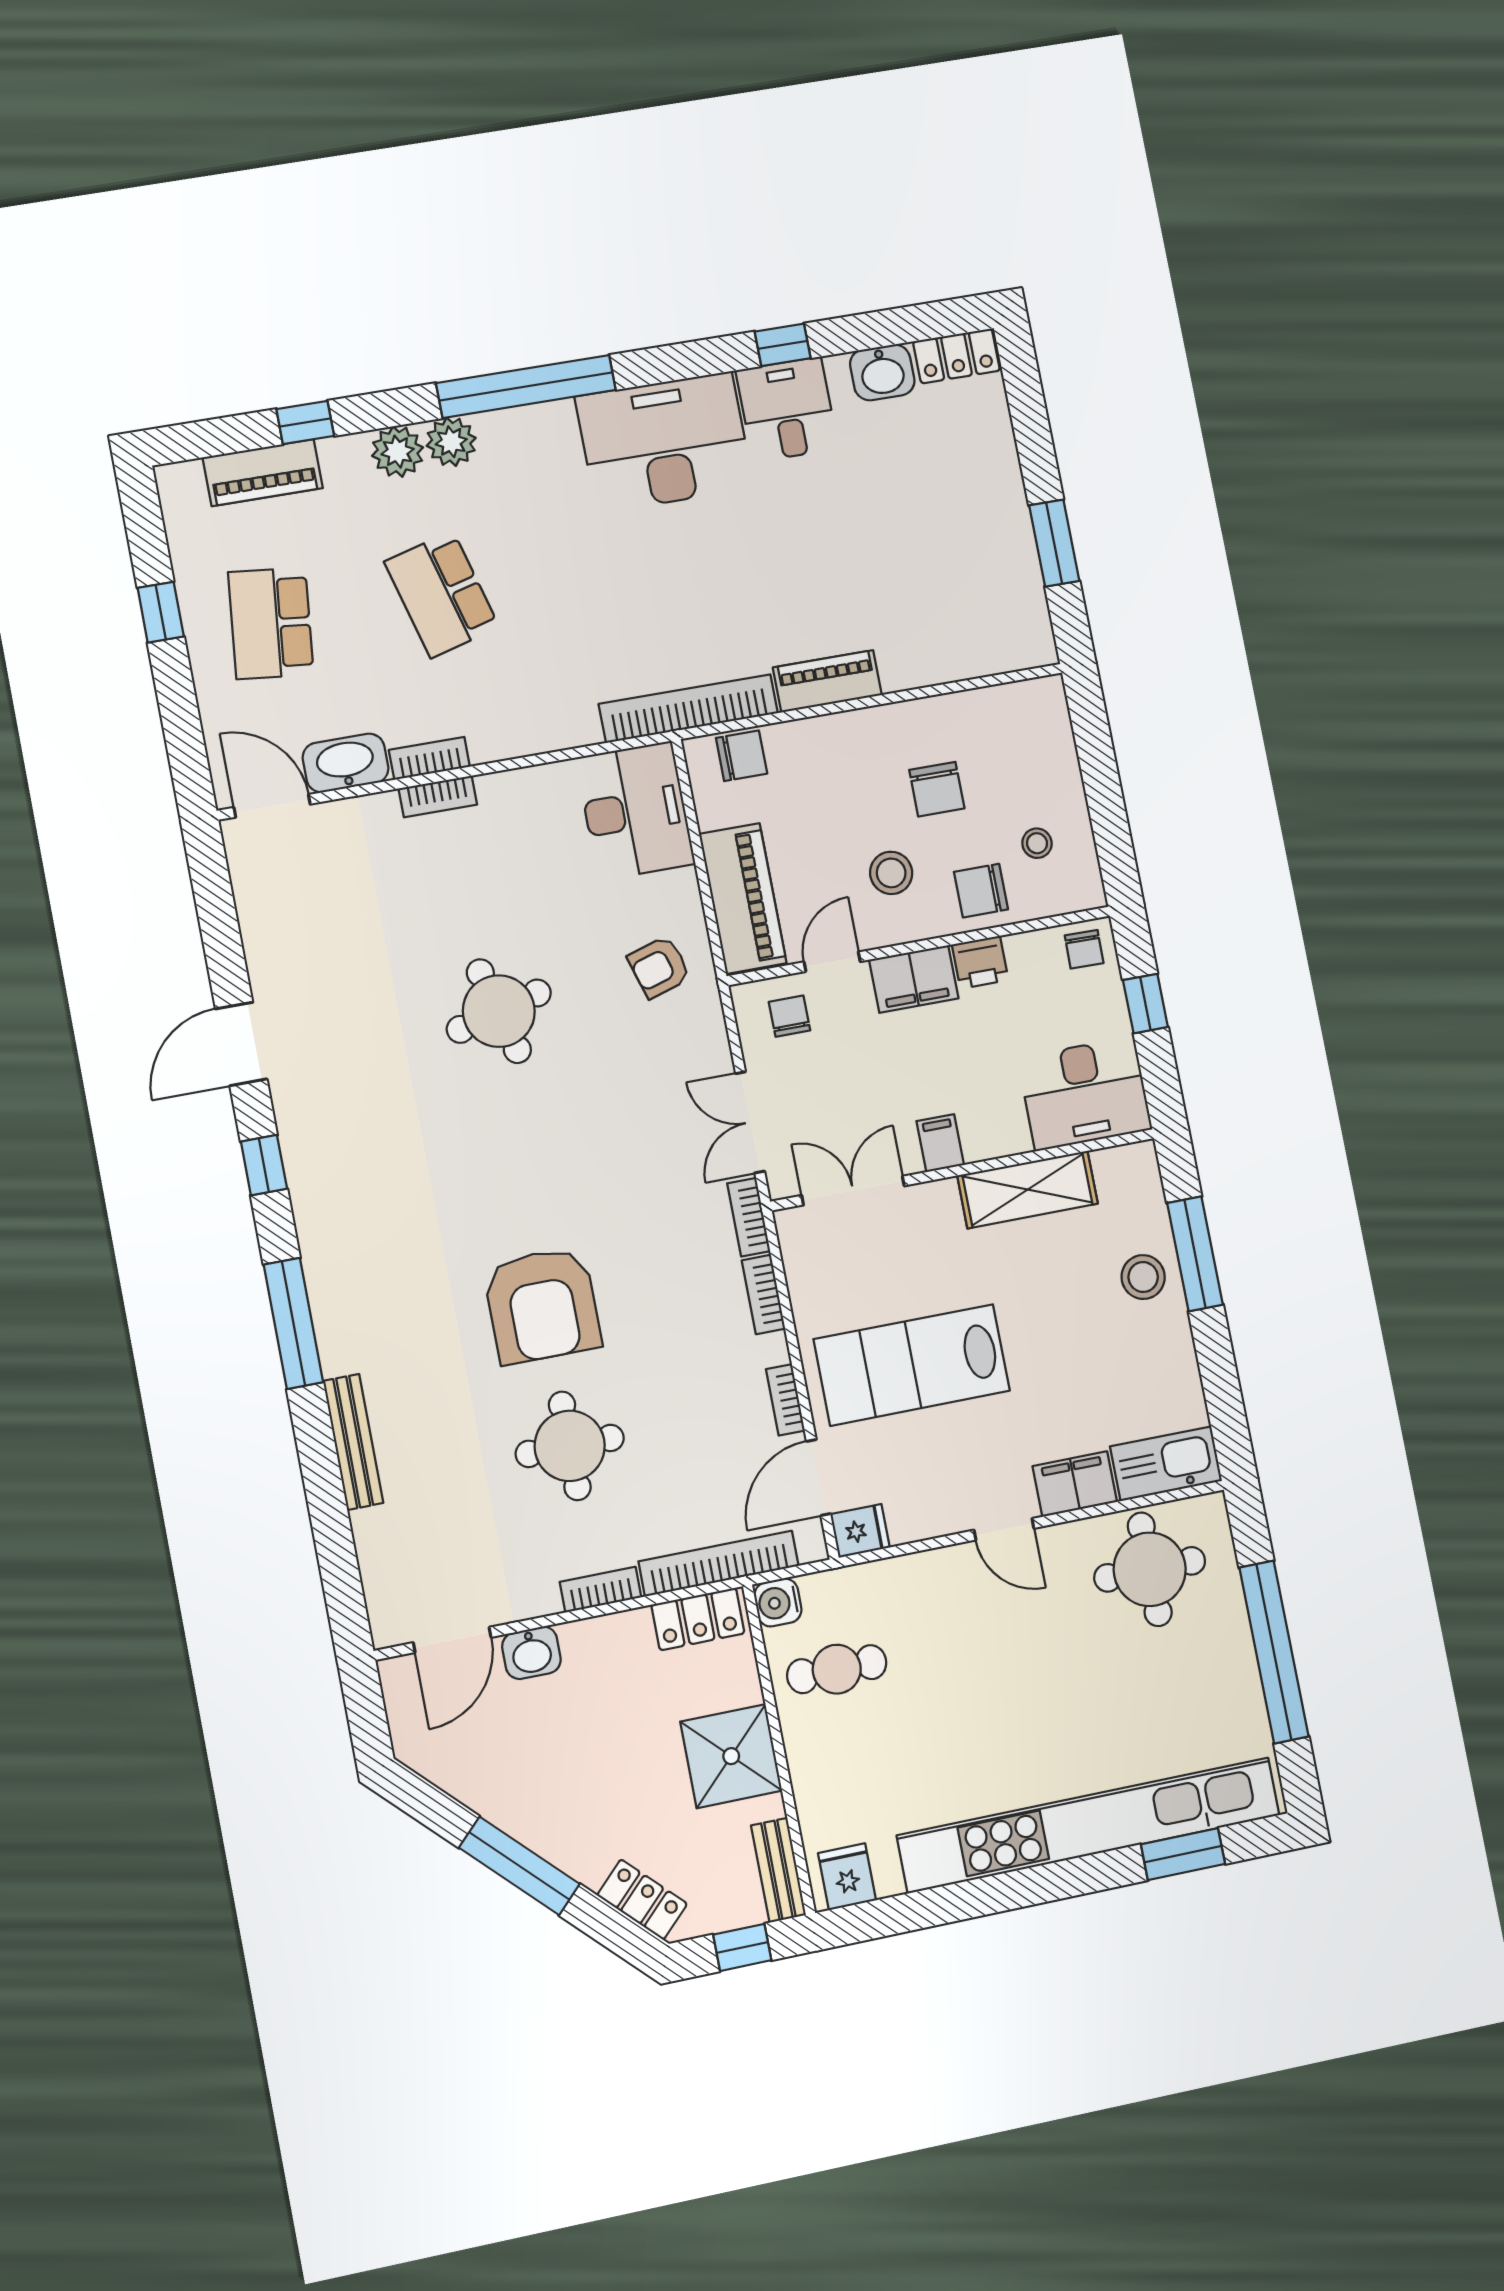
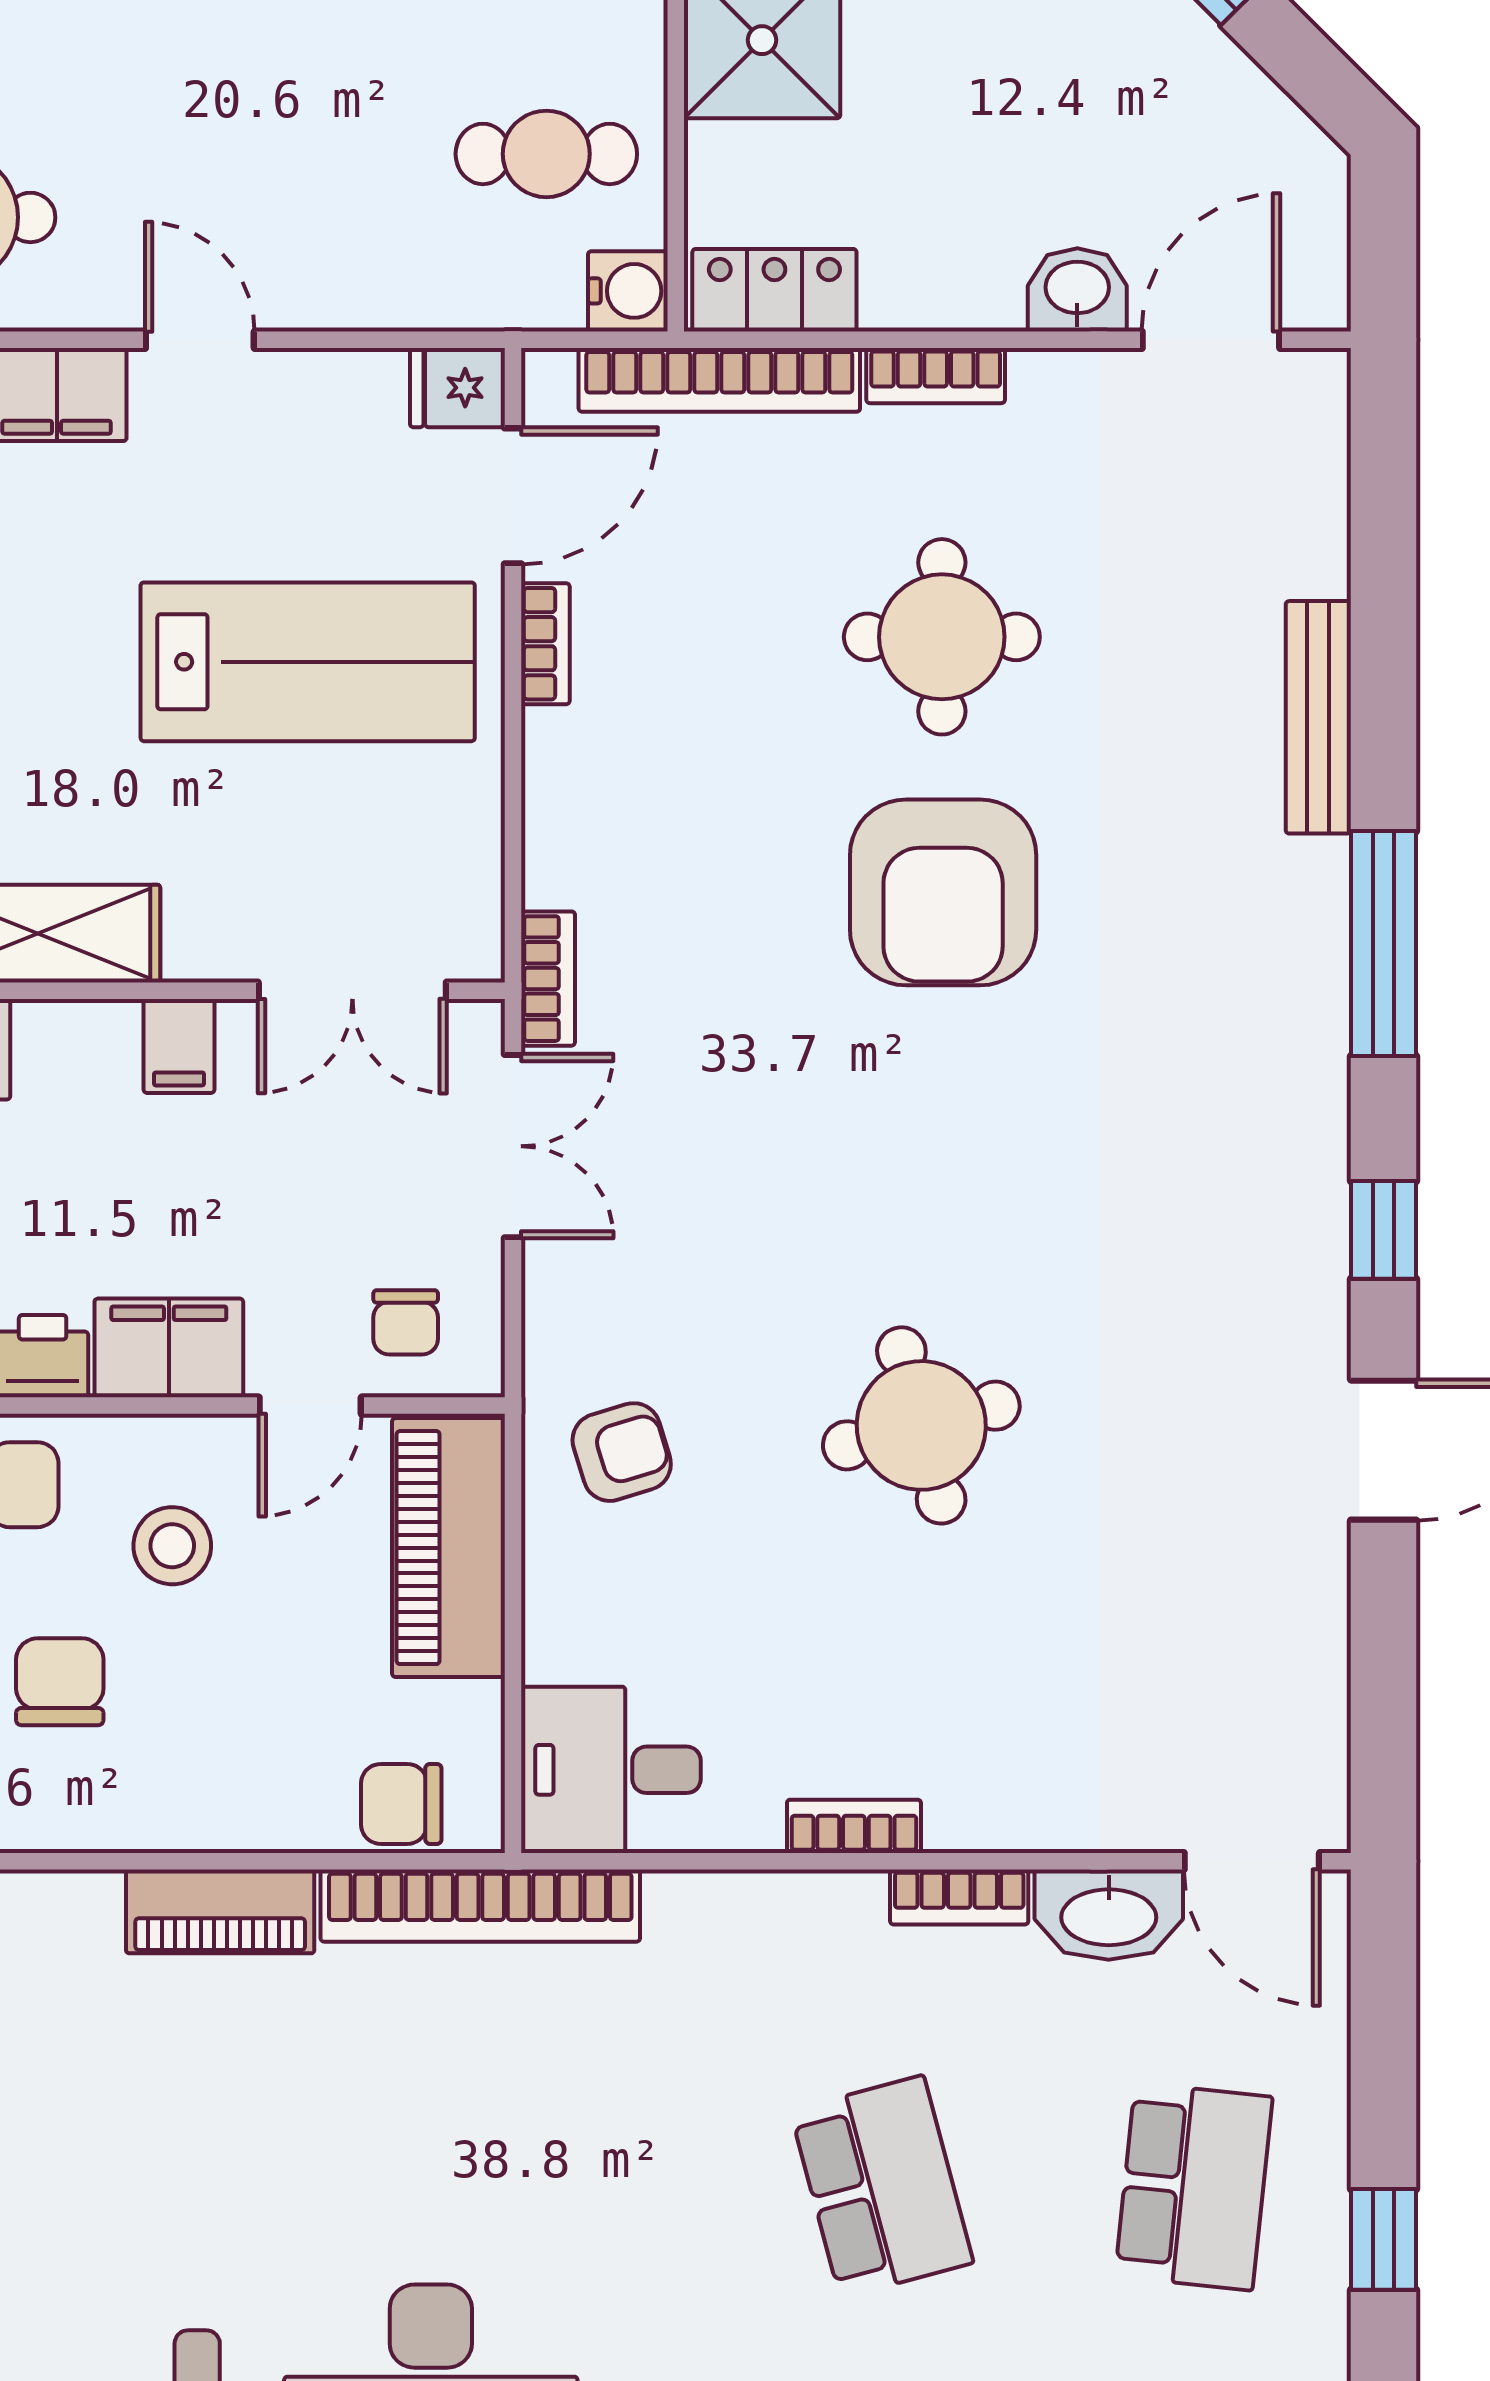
bookcase: (438, 796) -> (854, 1826), moved
desk: (635, 811) -> (611, 1770), width x0.73
bookcase: (763, 1294) -> (548, 837), removed
armchair: (542, 1305) -> (943, 892), turned 180

